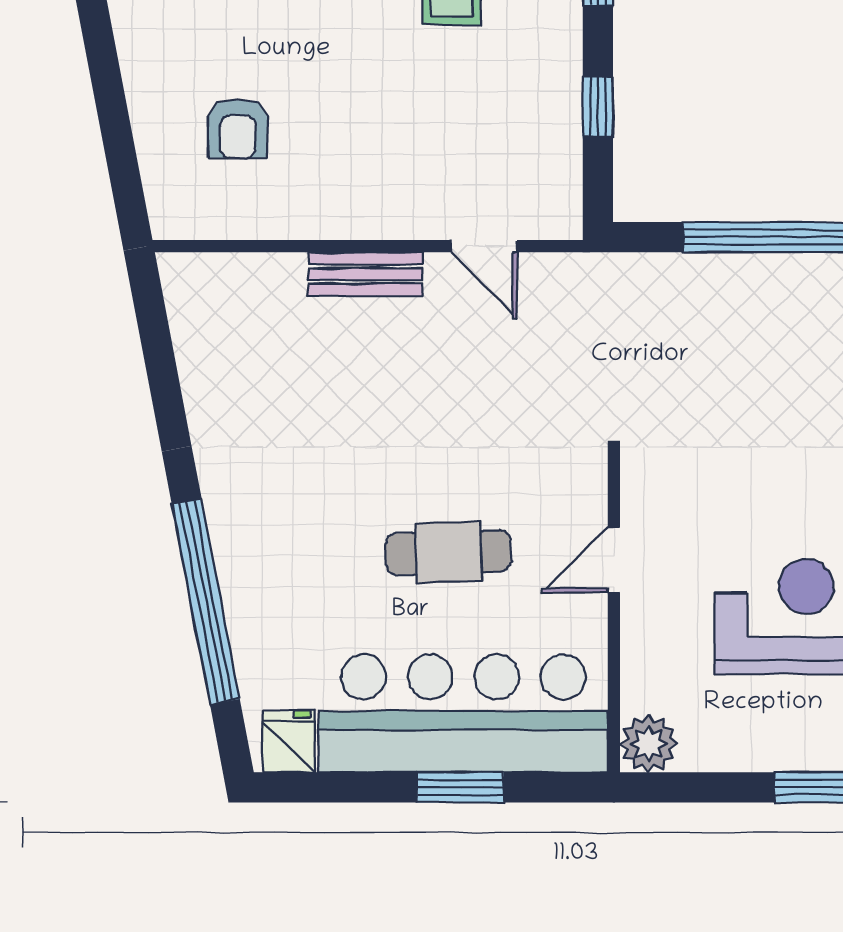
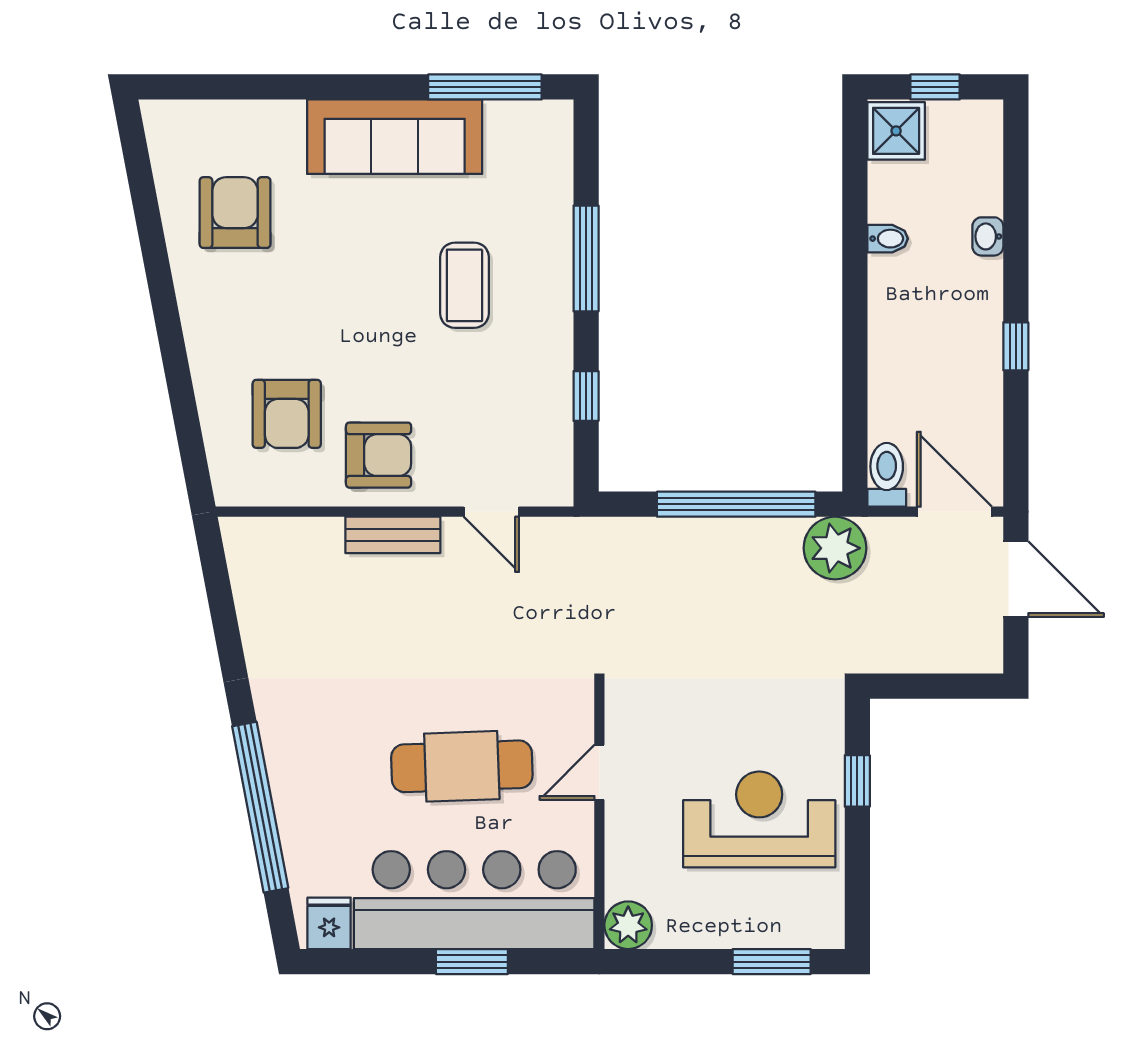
armchair: (238, 128) -> (287, 414), width x1.38, depth x1.38
armchair: (348, 178) -> (379, 455), added
cafe table: (448, 552) -> (462, 766), width x1.37, depth x1.35

